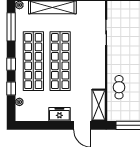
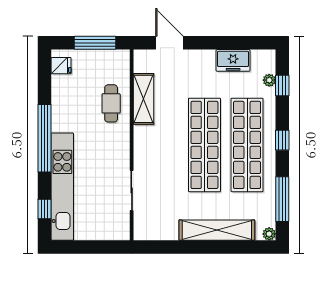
window: (11, 88) -> (282, 86), moved
shelving: (99, 105) -> (143, 99), moved
freezer: (59, 114) -> (233, 60), moved

